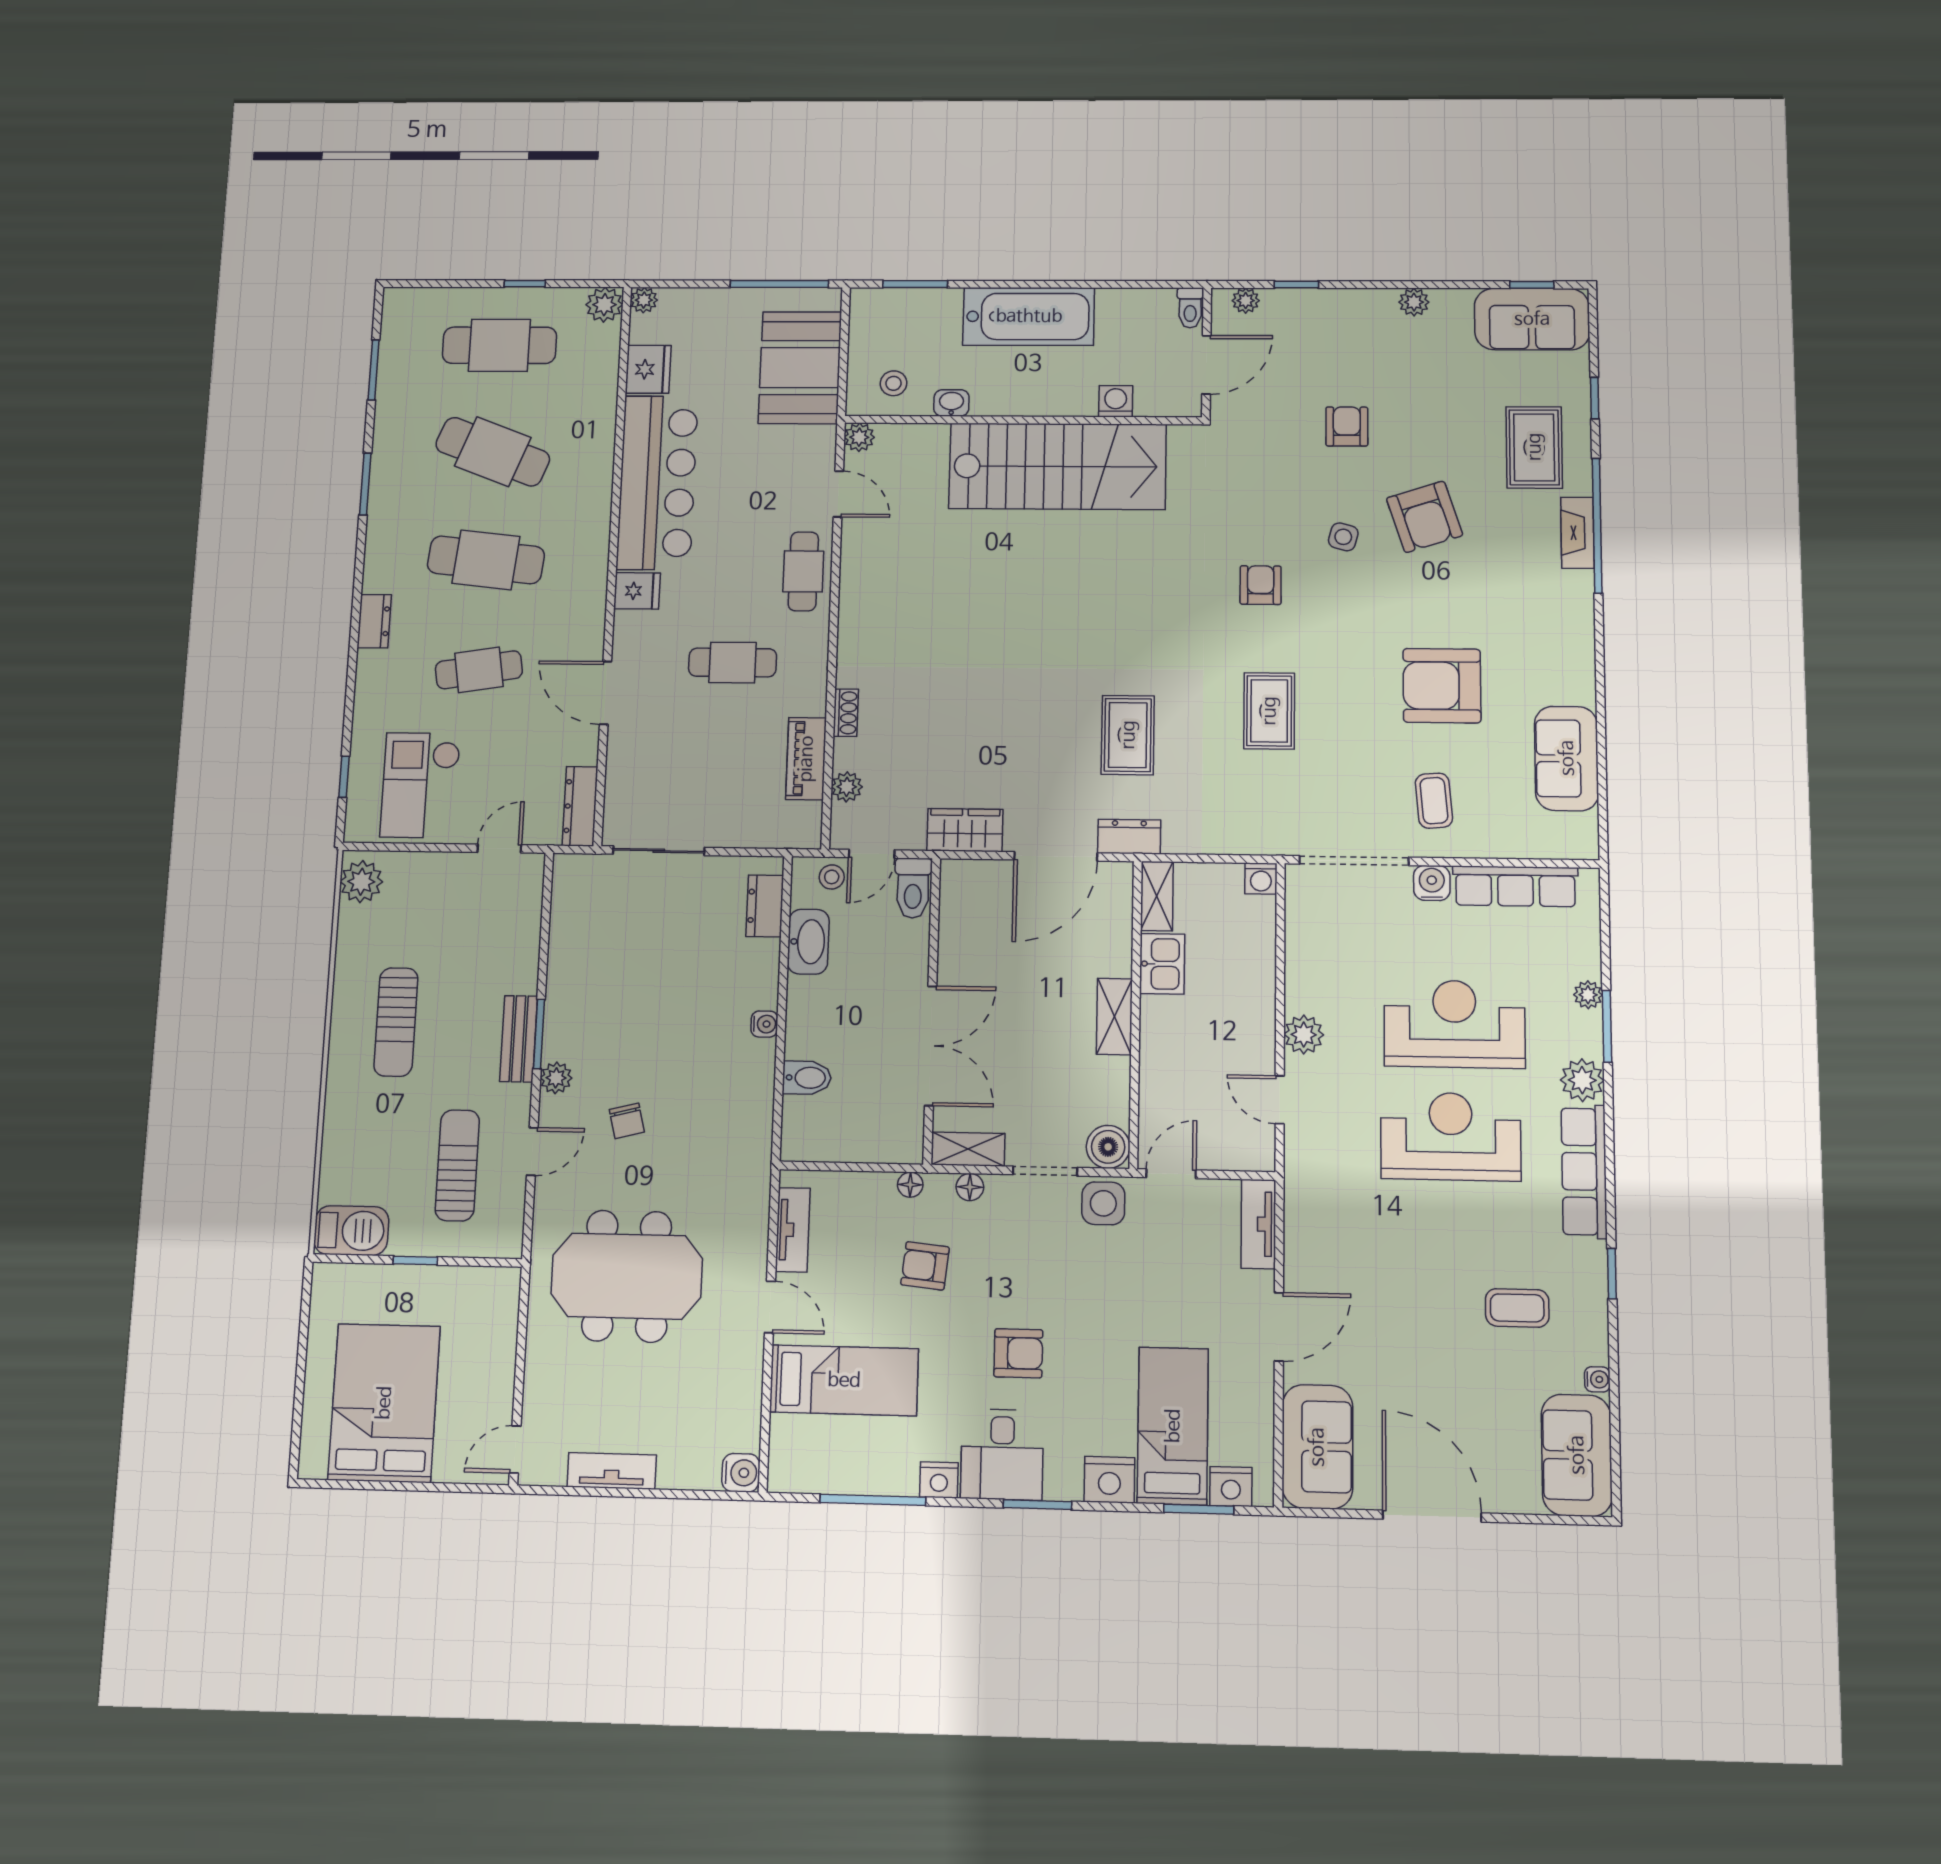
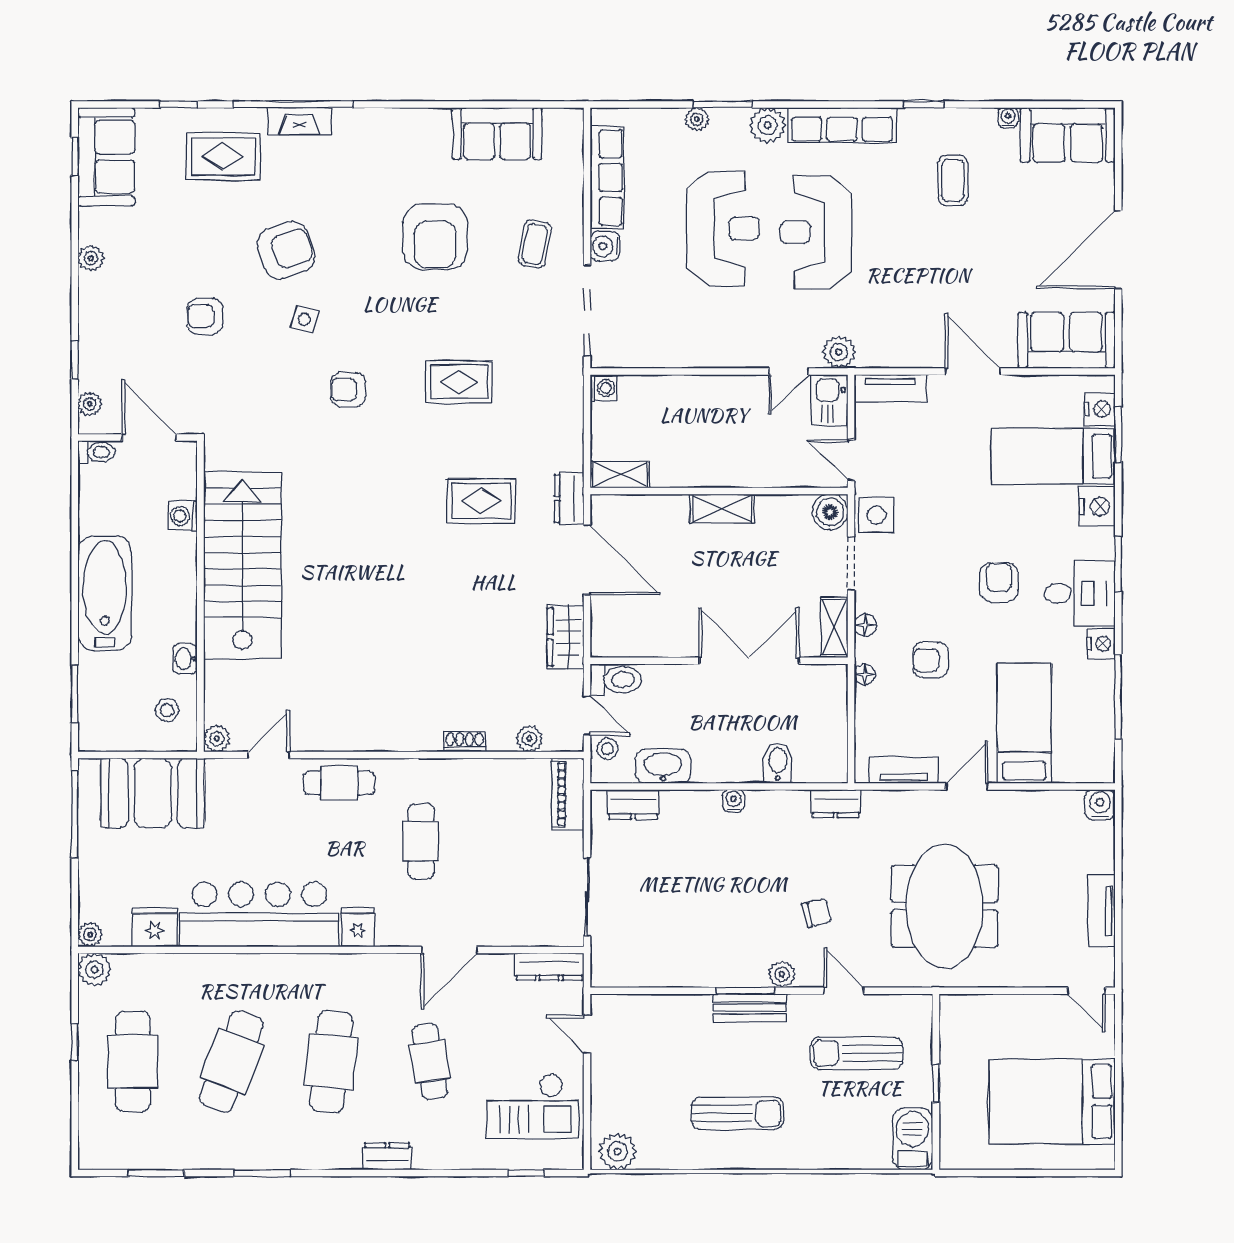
piano: (806, 759) -> (568, 794), moved, turned 90
coffee table: (1434, 801) -> (535, 244), turned -74
kitchen sink: (1162, 964) -> (829, 400), moved, turned -90
reception desk: (1454, 1024) -> (723, 229), turned 180
plant: (1304, 1035) -> (839, 352), moved
dresser: (756, 1146) -> (836, 804), added
armchair: (925, 1266) -> (930, 660), turned 84

